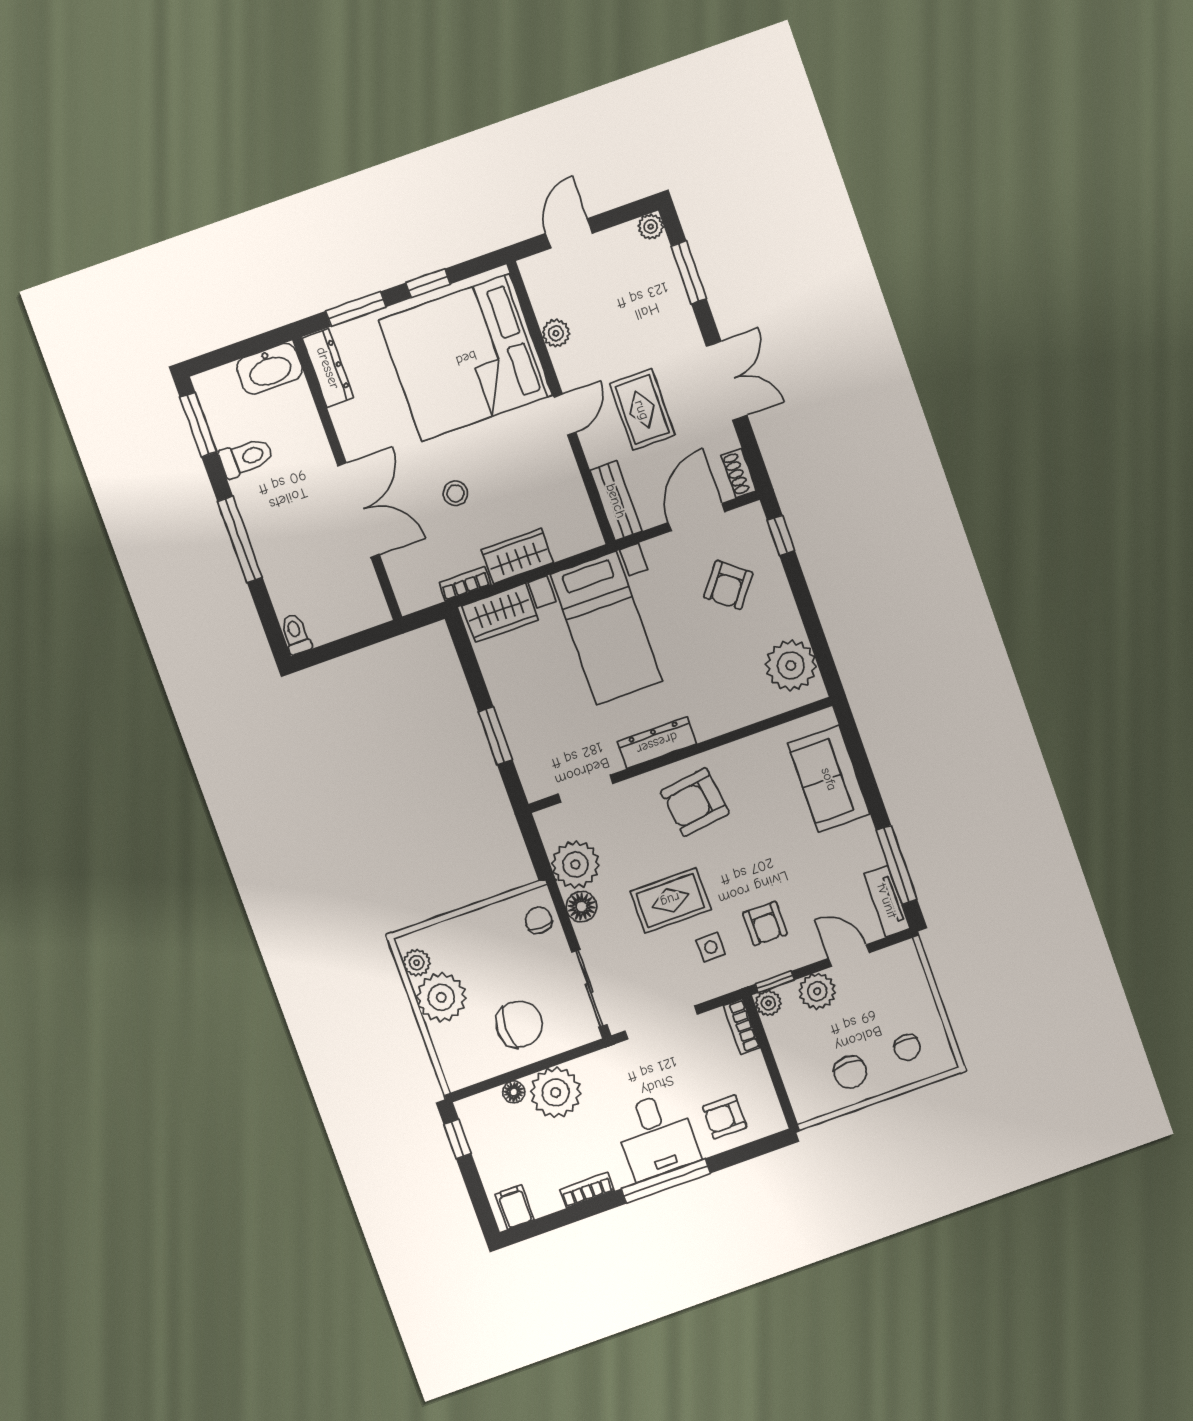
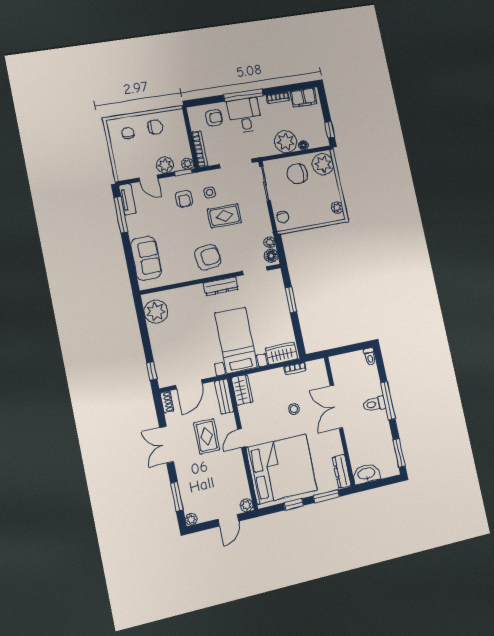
plant: (556, 333) -> (247, 505), moved
toilet: (246, 458) -> (374, 404), moved
wardrobe: (517, 556) -> (242, 390), moved, turned -90
armchair: (728, 585) -> (179, 352), removed
plant: (576, 864) -> (270, 242), width x0.53, depth x0.53
floor lamp: (582, 907) -> (271, 256), moved
armchair: (765, 923) -> (184, 199), turned 180
plant: (441, 997) -> (323, 164), moved
bookcase: (742, 1027) -> (200, 149), width x1.56
chair: (850, 1072) -> (155, 127), turned 91
filing cabinet: (515, 1207) -> (304, 98), width x2.00

